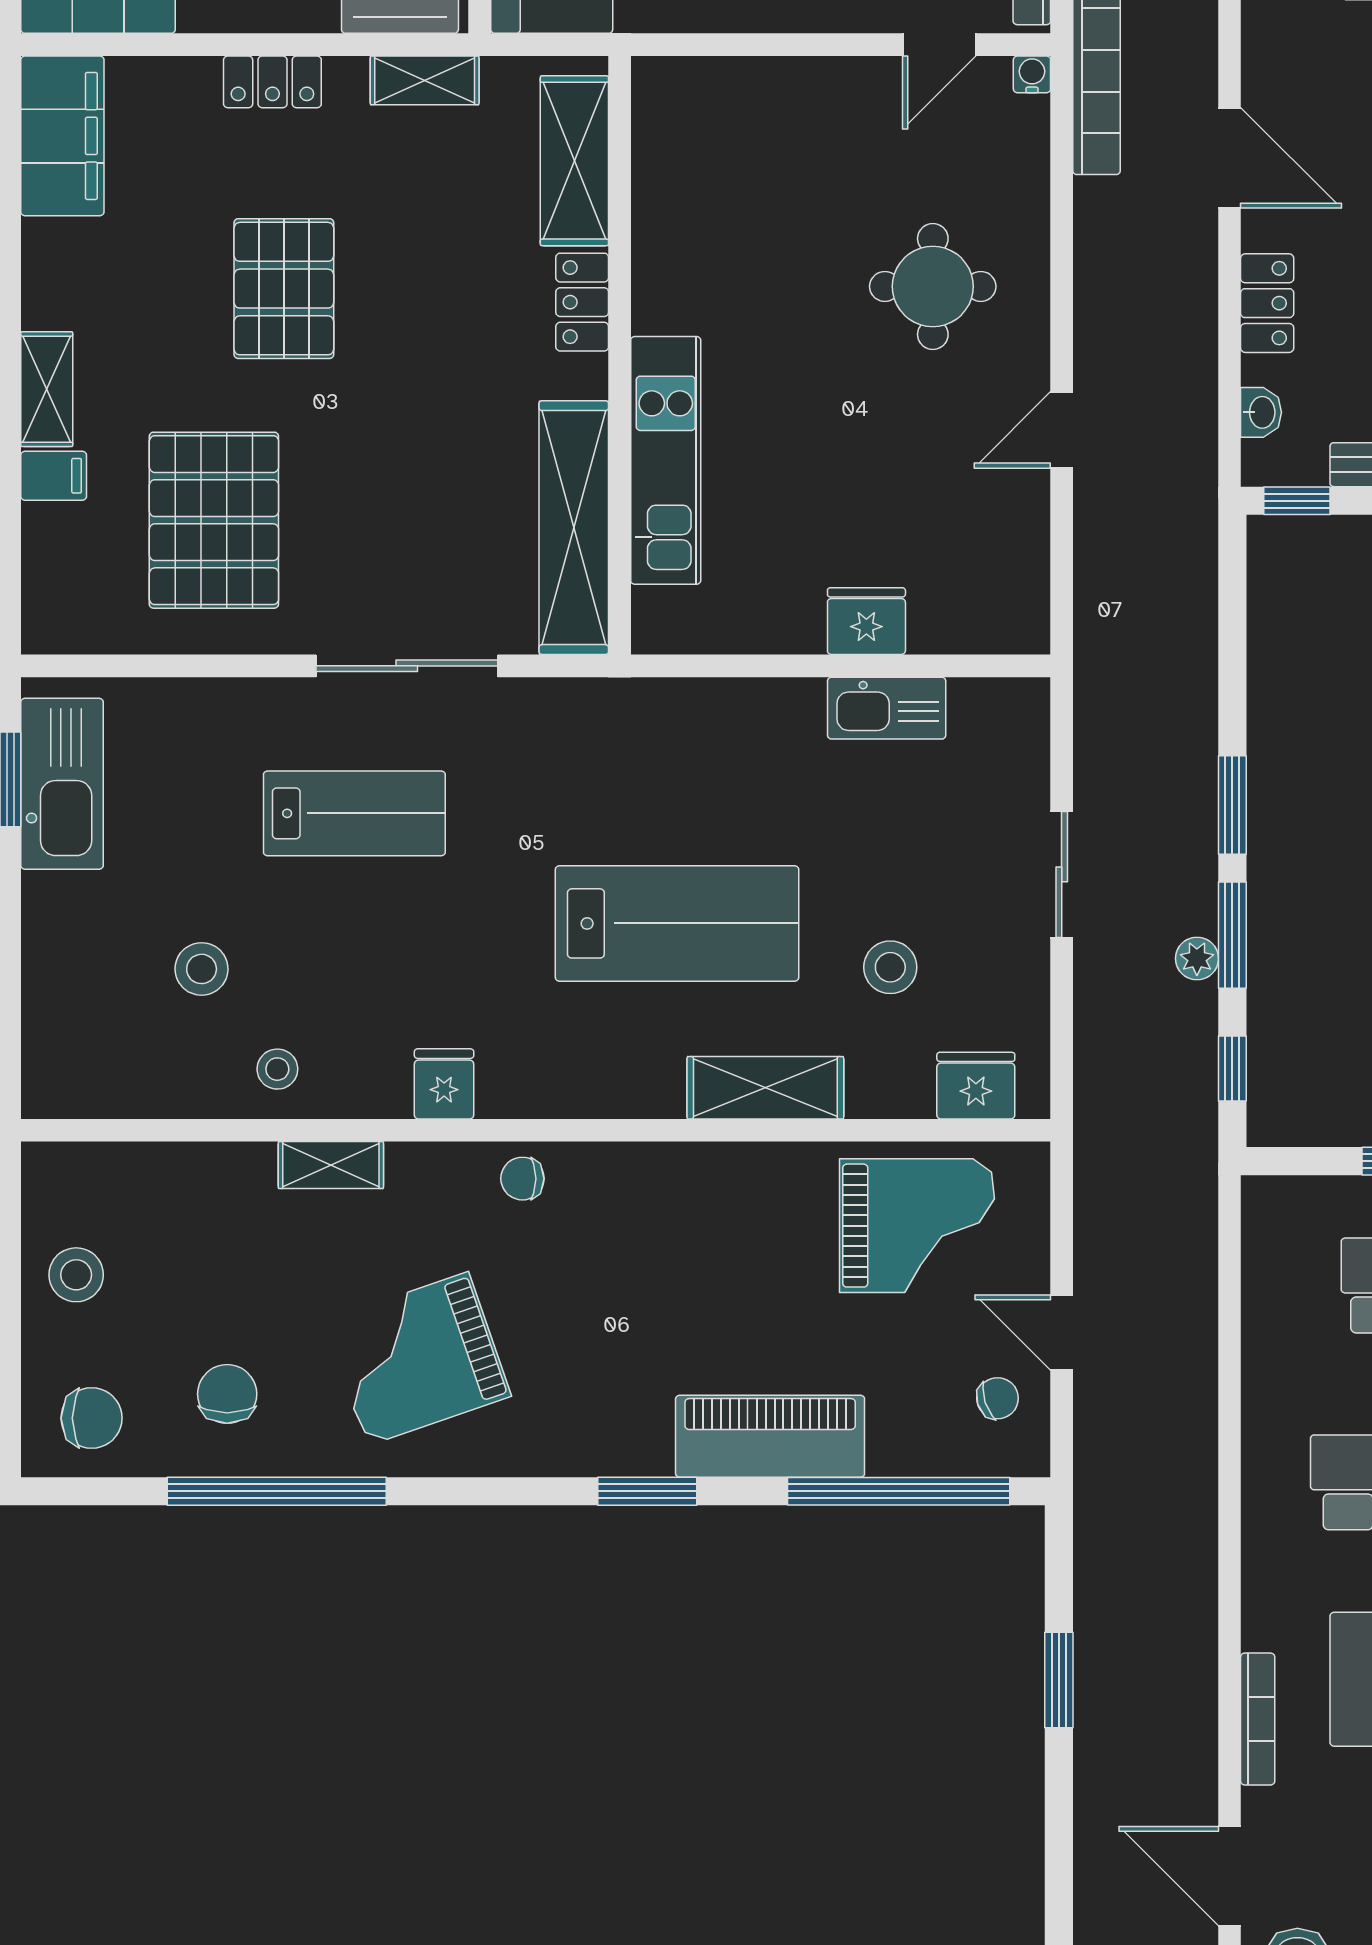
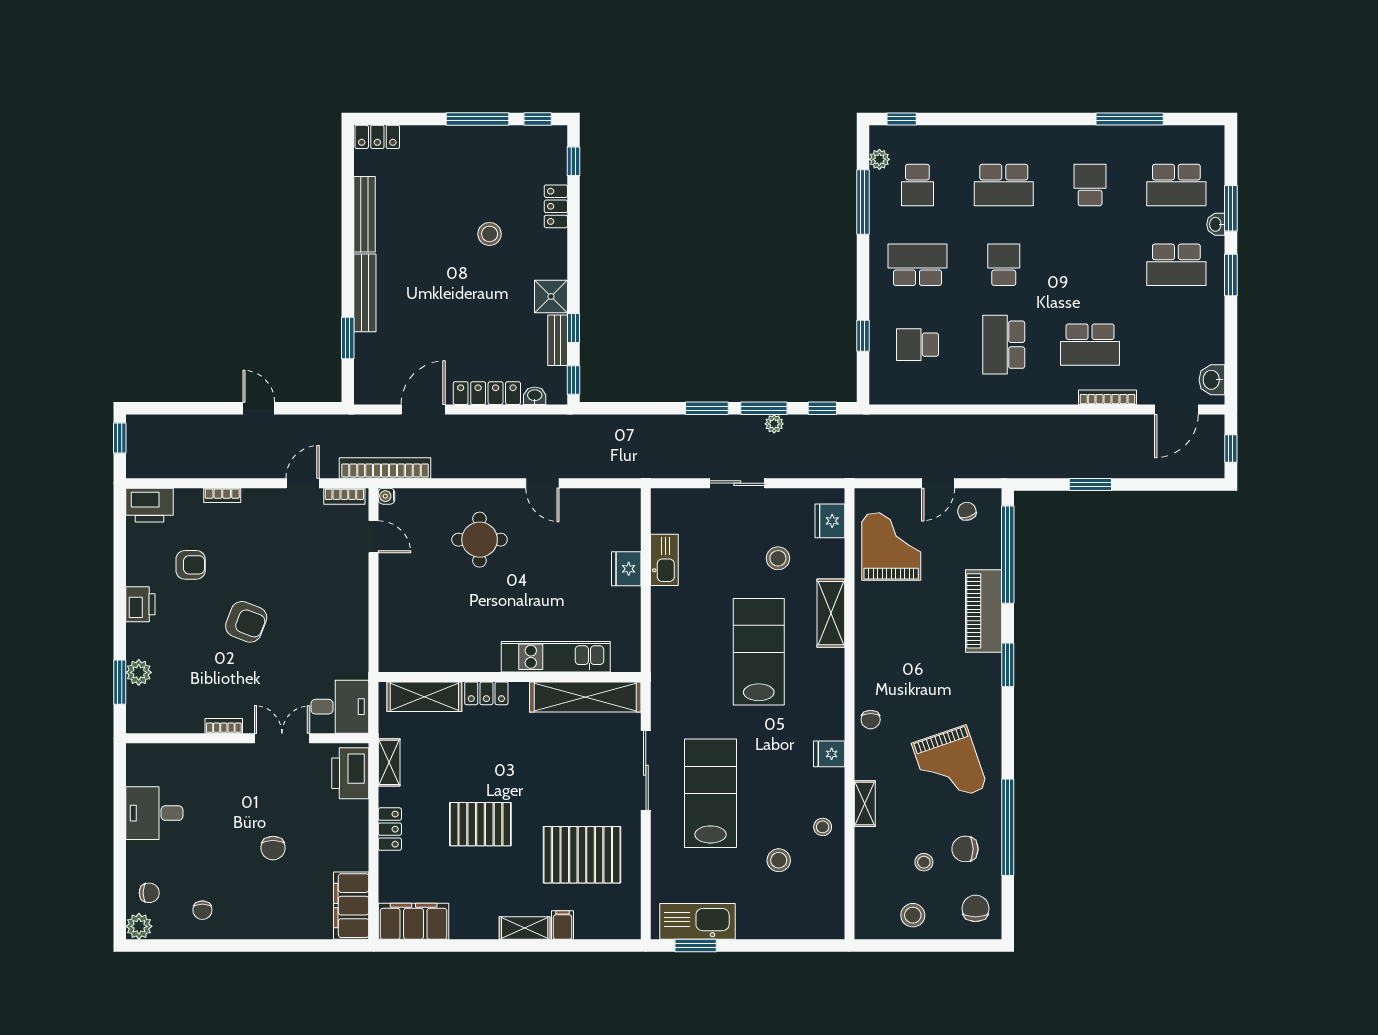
locker: (1267, 303) -> (487, 393), width x1.53
lab bench: (354, 813) -> (710, 793), width x1.36, depth x1.39
stool: (197, 1300) -> (924, 862), added

